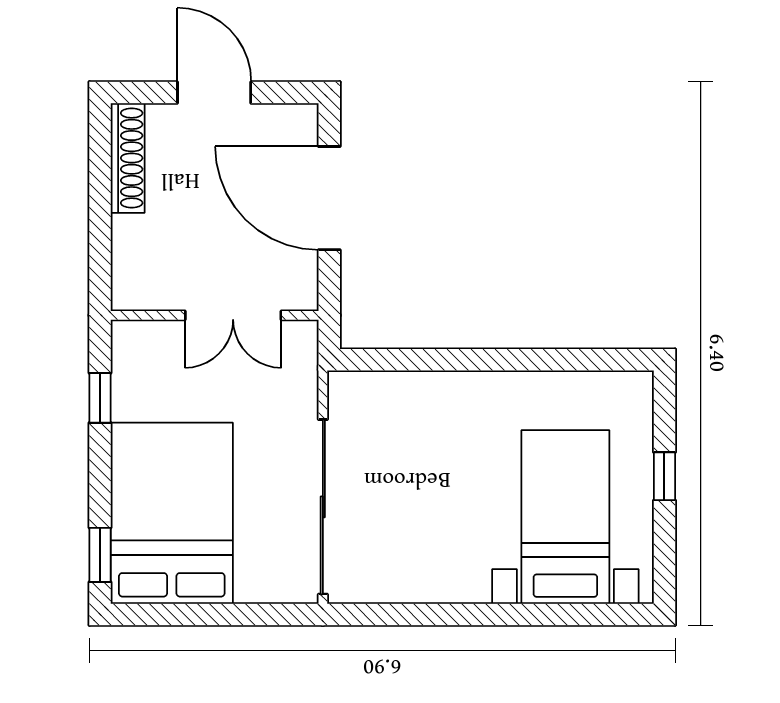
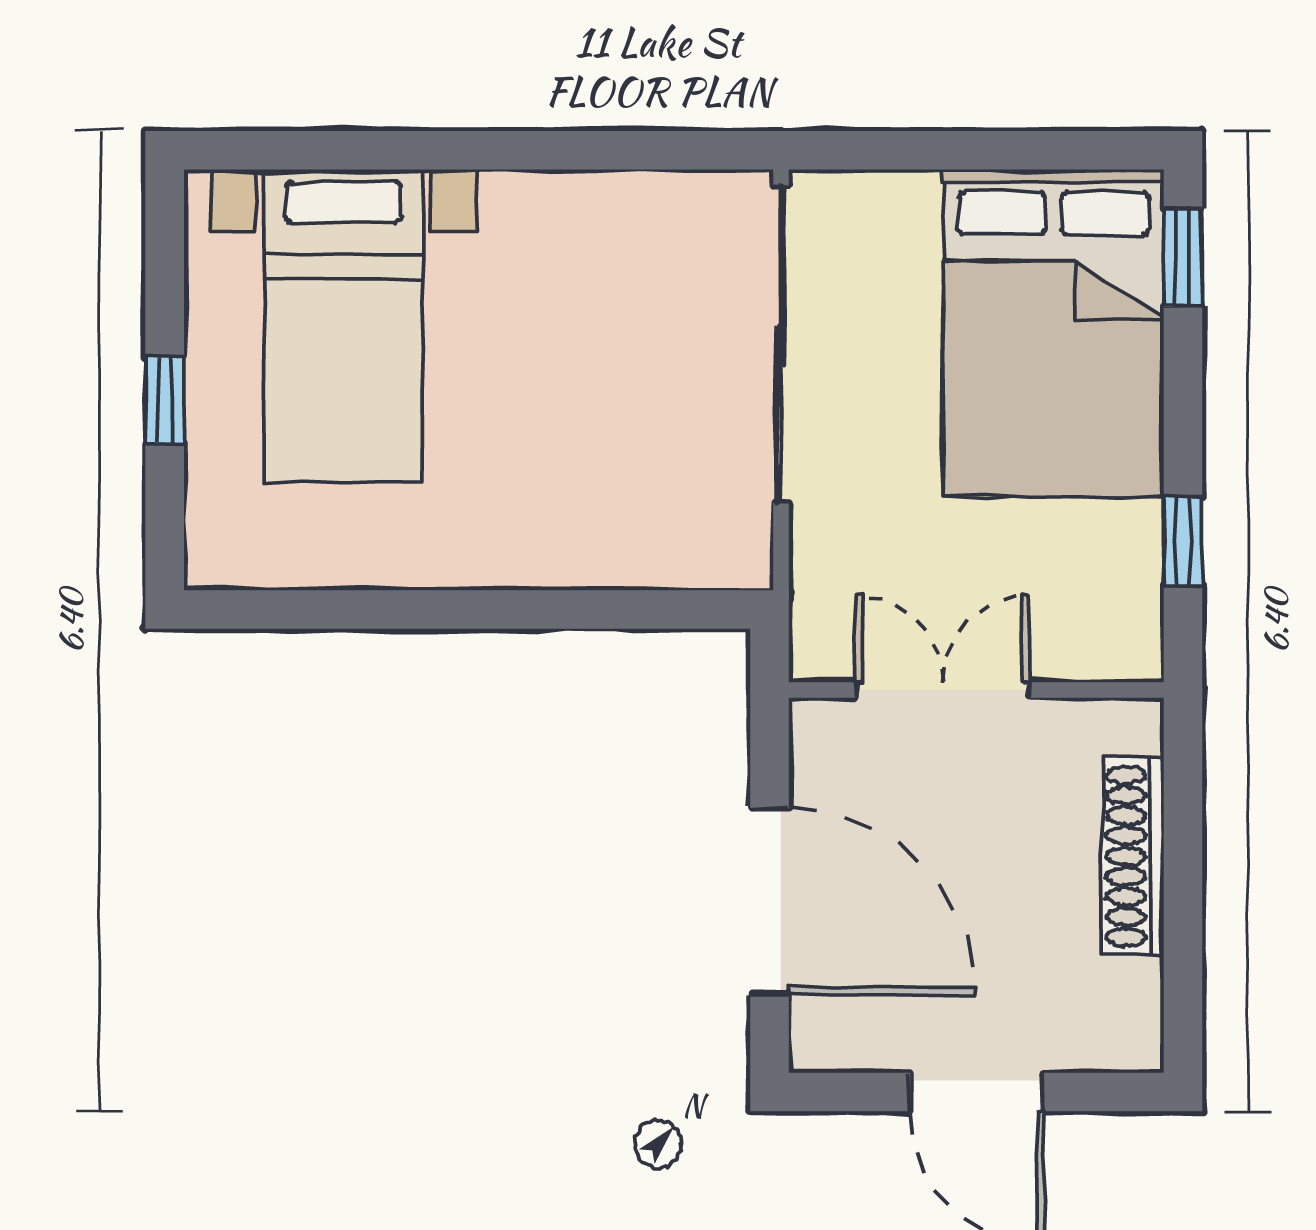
shoe rack: (128, 158) -> (1133, 856), moved

